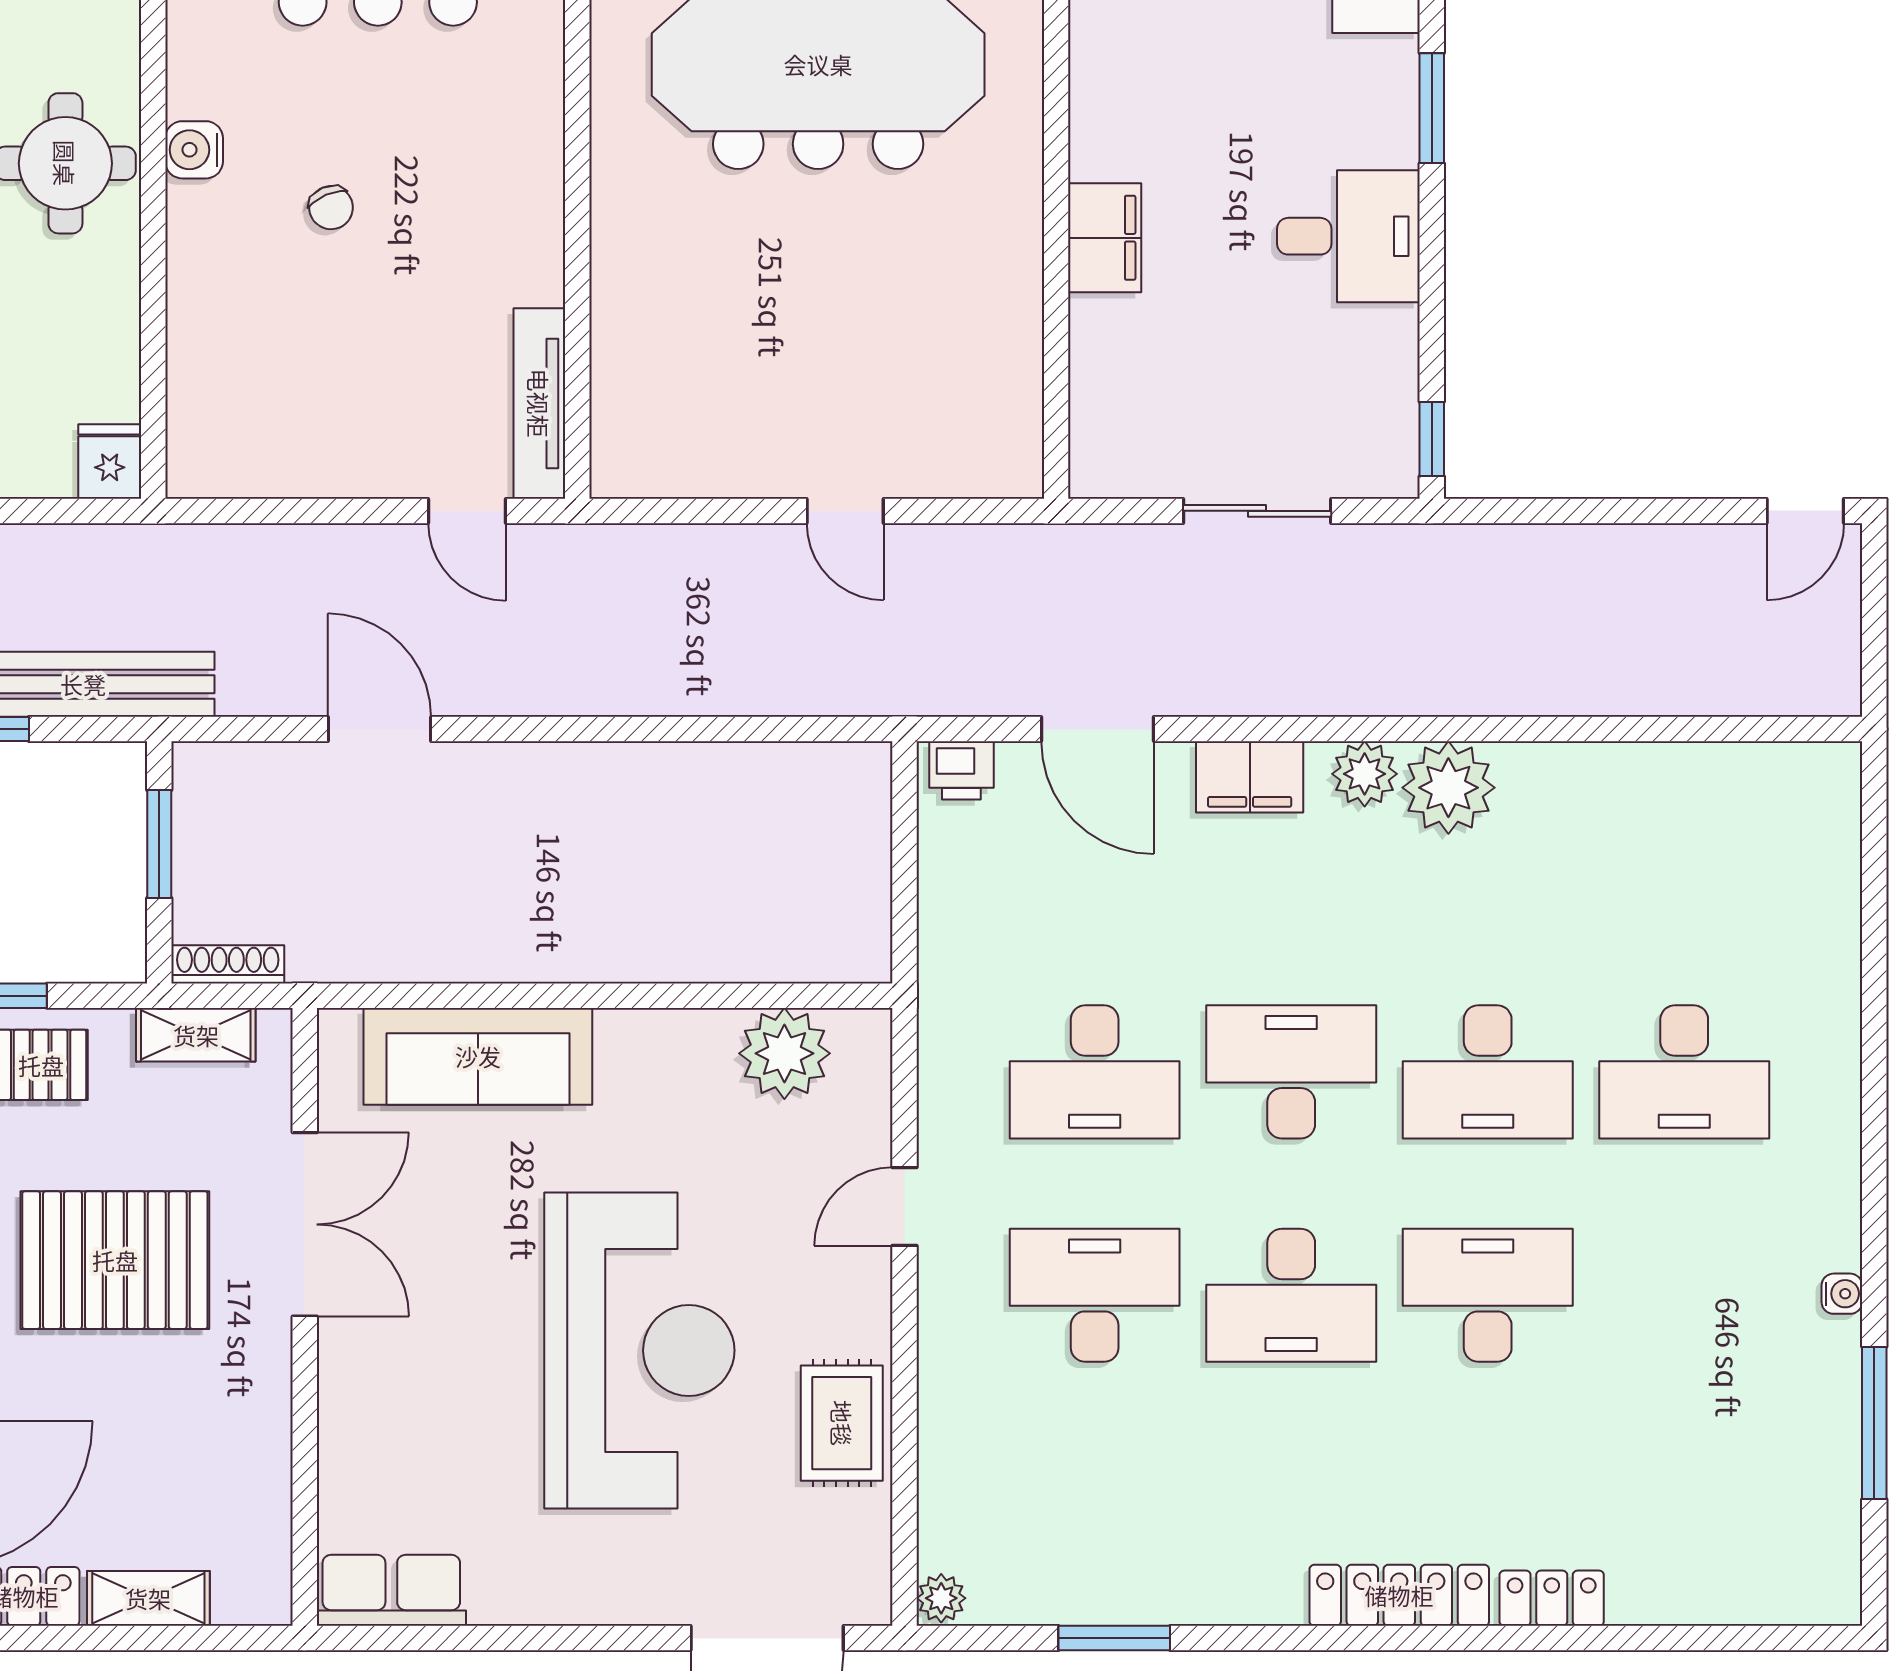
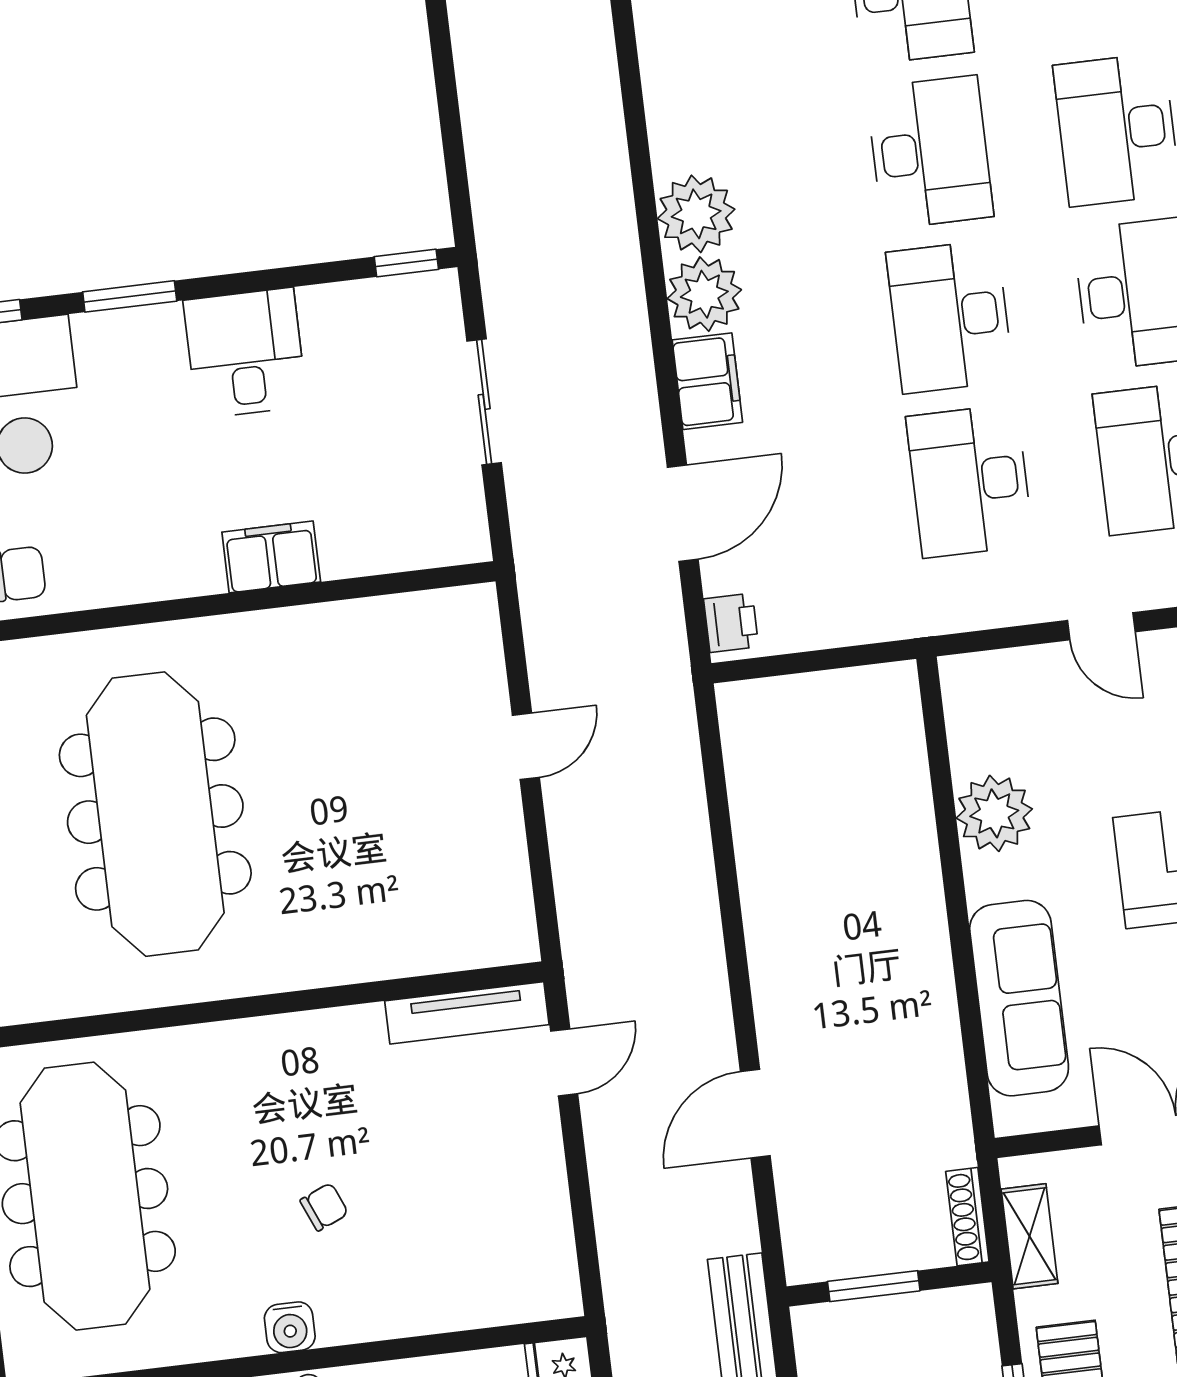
plant: (1365, 774) -> (704, 294), width x1.36, depth x1.36
plant: (784, 1053) -> (994, 813), moved
desk: (1095, 1072) -> (970, 481), turned 180

